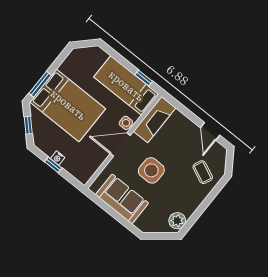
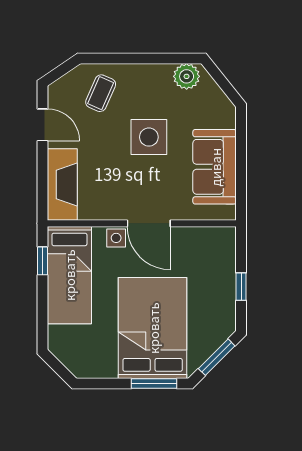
fireplace: (155, 120) -> (62, 184), moved, turned 90
window: (28, 125) -> (217, 357), width x1.50
door: (210, 131) -> (43, 125), hinge flipped
nightstand: (58, 158) -> (228, 288), removed
side table: (151, 170) -> (149, 137), moved

